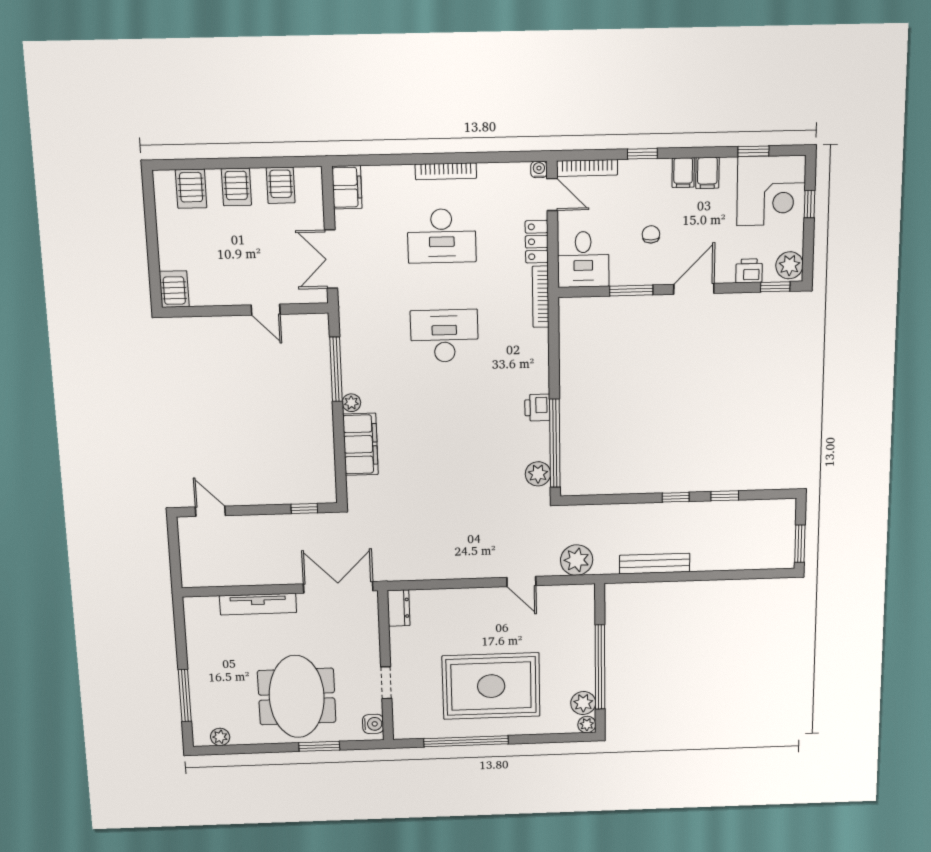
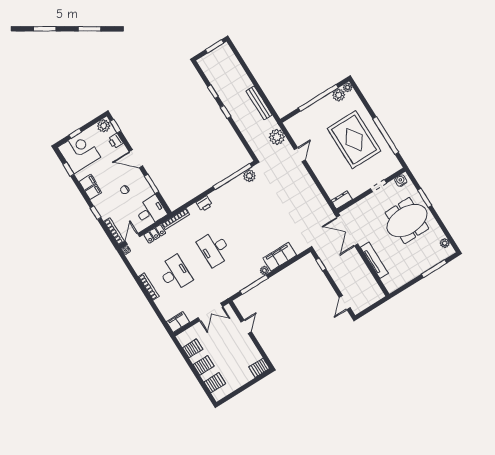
printer: (537, 408) -> (204, 204), moved

